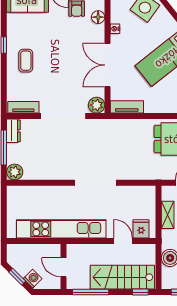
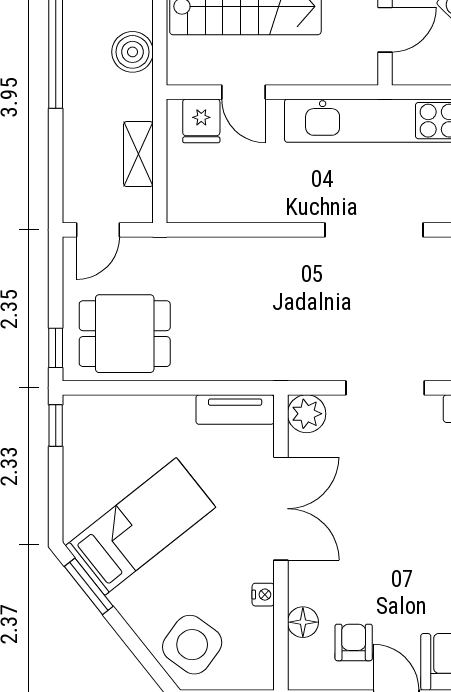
doorway: (63, 116) -> (385, 388), width x0.73
doorway: (95, 183) -> (374, 230), moved
door: (63, 267) -> (385, 30), hinge flipped

